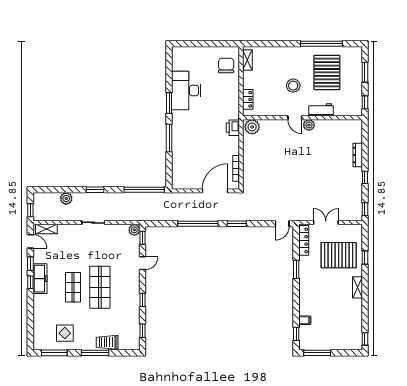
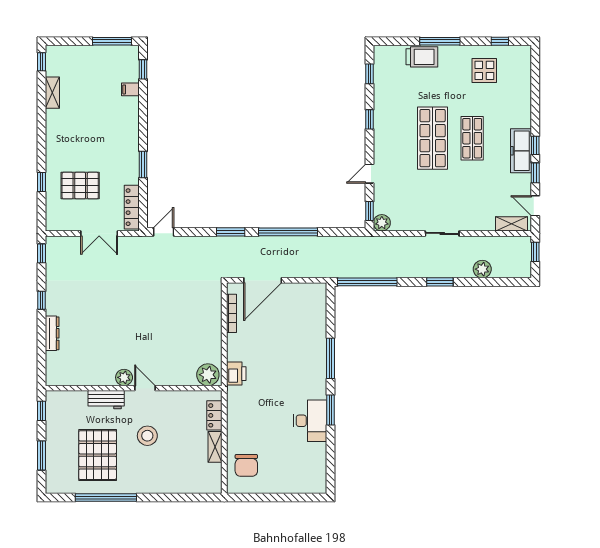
shelving: (247, 60) -> (215, 447), moved
desk: (186, 91) -> (310, 421), width x0.73, depth x0.77
pallet: (339, 255) -> (80, 186), width x0.73, depth x0.71
shelving: (358, 287) -> (52, 93), moved
window: (54, 353) -> (500, 41), width x0.46

